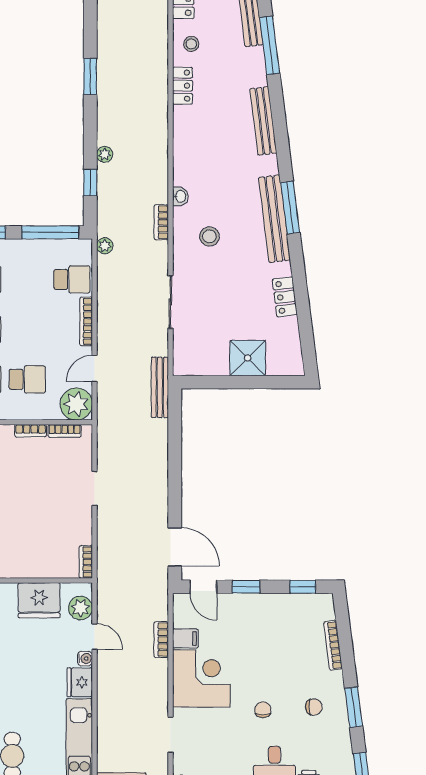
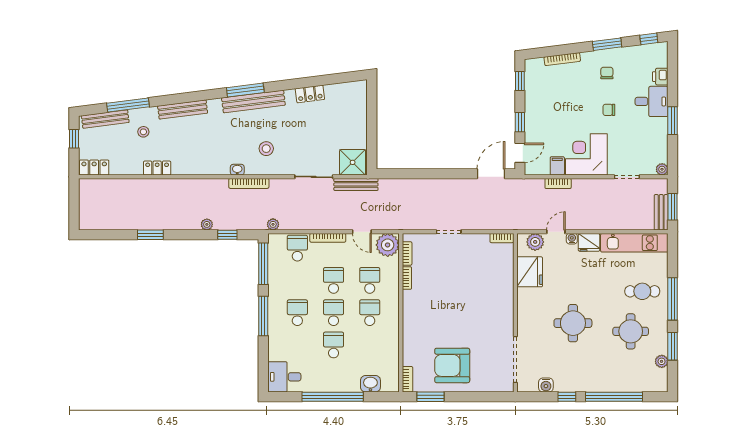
stool: (191, 44) -> (143, 132), moved
bookcase: (161, 222) -> (249, 183), width x1.56
school desk: (27, 329) -> (334, 280), added
shower: (248, 358) -> (353, 162), moved
bench: (160, 387) -> (356, 184), moved

